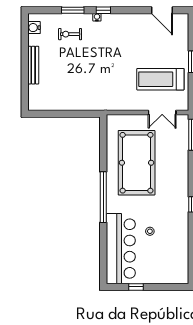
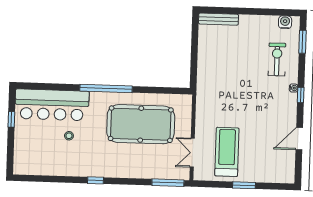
window: (73, 10) -> (302, 42), moved
door: (162, 10) -> (299, 139), moved
exercise bike: (70, 34) -> (277, 59), width x1.38, depth x1.39
bench: (33, 65) -> (218, 19), moved

